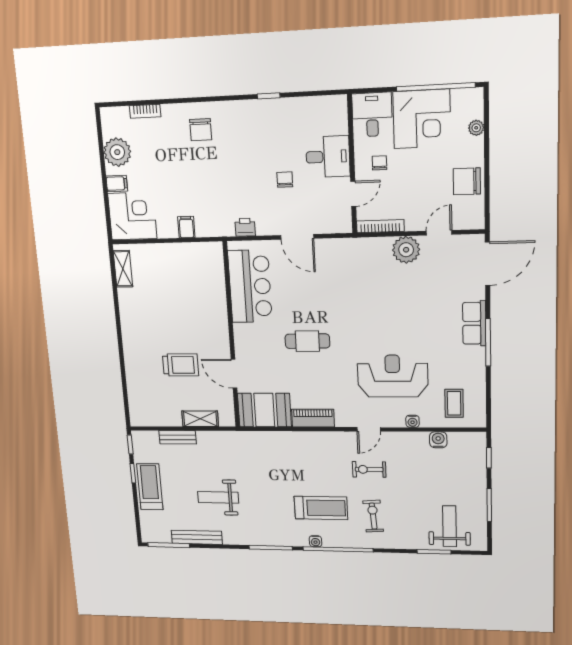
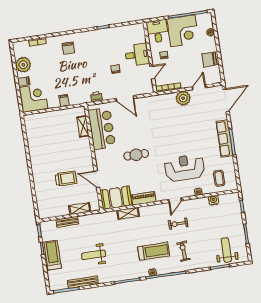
shelving: (123, 269) -> (83, 126), moved
row of seats: (474, 323) -> (224, 139), width x1.48
shelving: (283, 439) -> (128, 213), added

